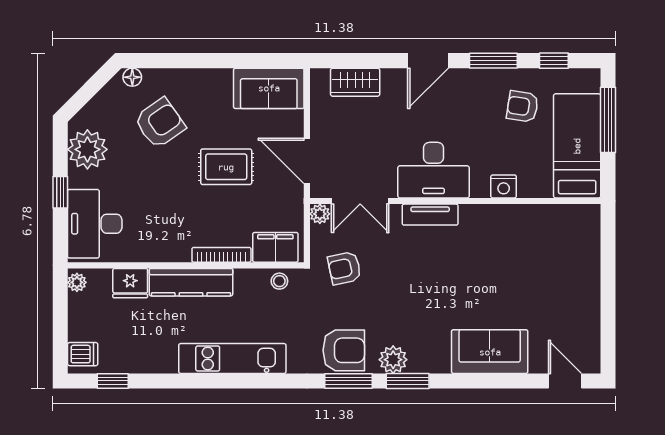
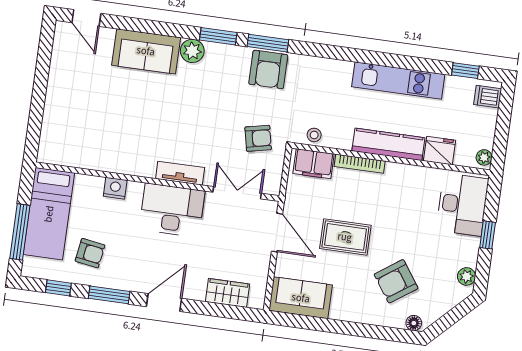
plant: (87, 149) -> (466, 276), width x0.53, depth x0.53
plant: (320, 214) -> (272, 187), removed
armchair: (344, 350) -> (268, 69), turned -90
kitchen unit: (232, 358) -> (398, 80), moved
plant: (393, 360) -> (192, 51), moved

